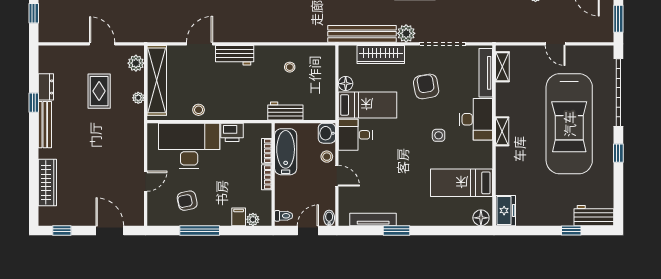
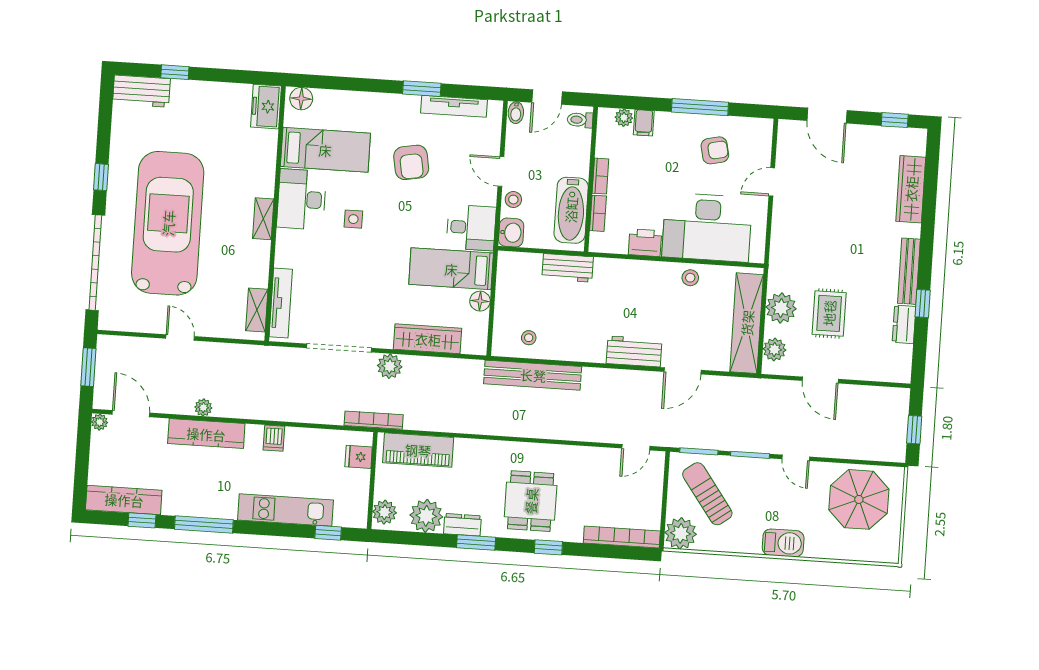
bench: (362, 34) -> (533, 375), moved
stool: (290, 67) -> (529, 338), moved
armchair: (426, 86) -> (411, 162), moved
plant: (138, 98) -> (781, 308), width x1.88, depth x1.88
desk: (476, 119) -> (302, 199), moved

